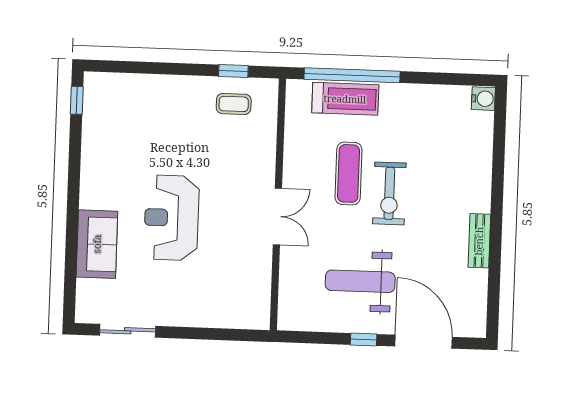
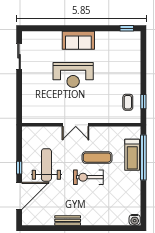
reception desk: (171, 218) -> (73, 75), turned 180
sofa: (97, 244) -> (78, 40), moved

